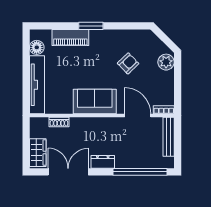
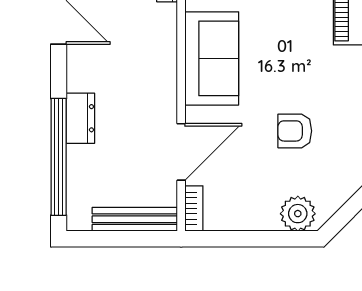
armchair: (128, 63) -> (295, 131), turned 134
dresser: (103, 162) -> (80, 118), moved

